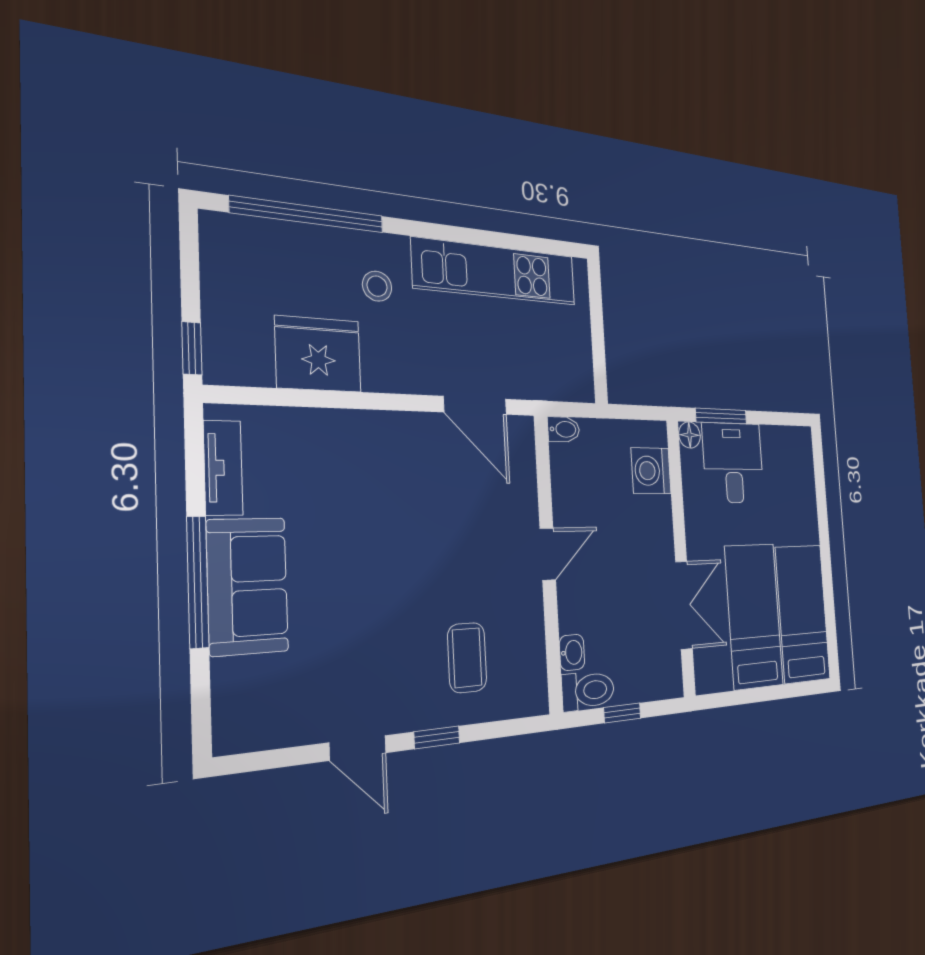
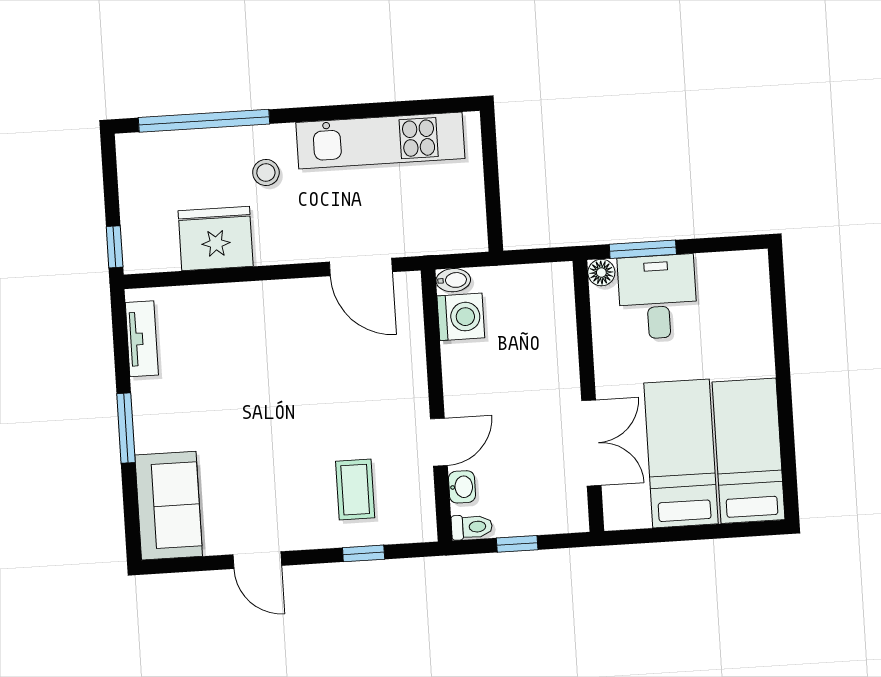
washing machine: (651, 471) -> (461, 317), moved, turned 180
door: (548, 554) -> (439, 442), moved
window: (198, 582) -> (126, 428), width x0.69
sofa: (248, 586) -> (169, 506), moved
toilet: (588, 690) -> (472, 527), width x0.73, depth x0.72
window: (437, 737) -> (364, 553), moved

